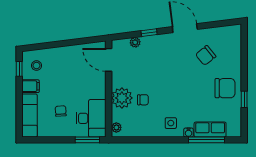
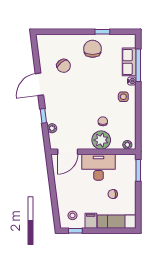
desk: (91, 118) -> (99, 167), moved

